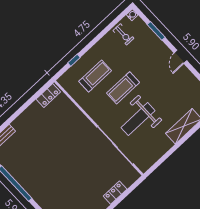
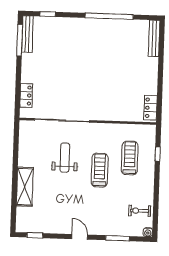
treadmill: (95, 76) -> (130, 158), turned 180
weight bench: (138, 119) -> (65, 158), width x0.73, depth x0.75
locker: (115, 193) -> (26, 95), moved

